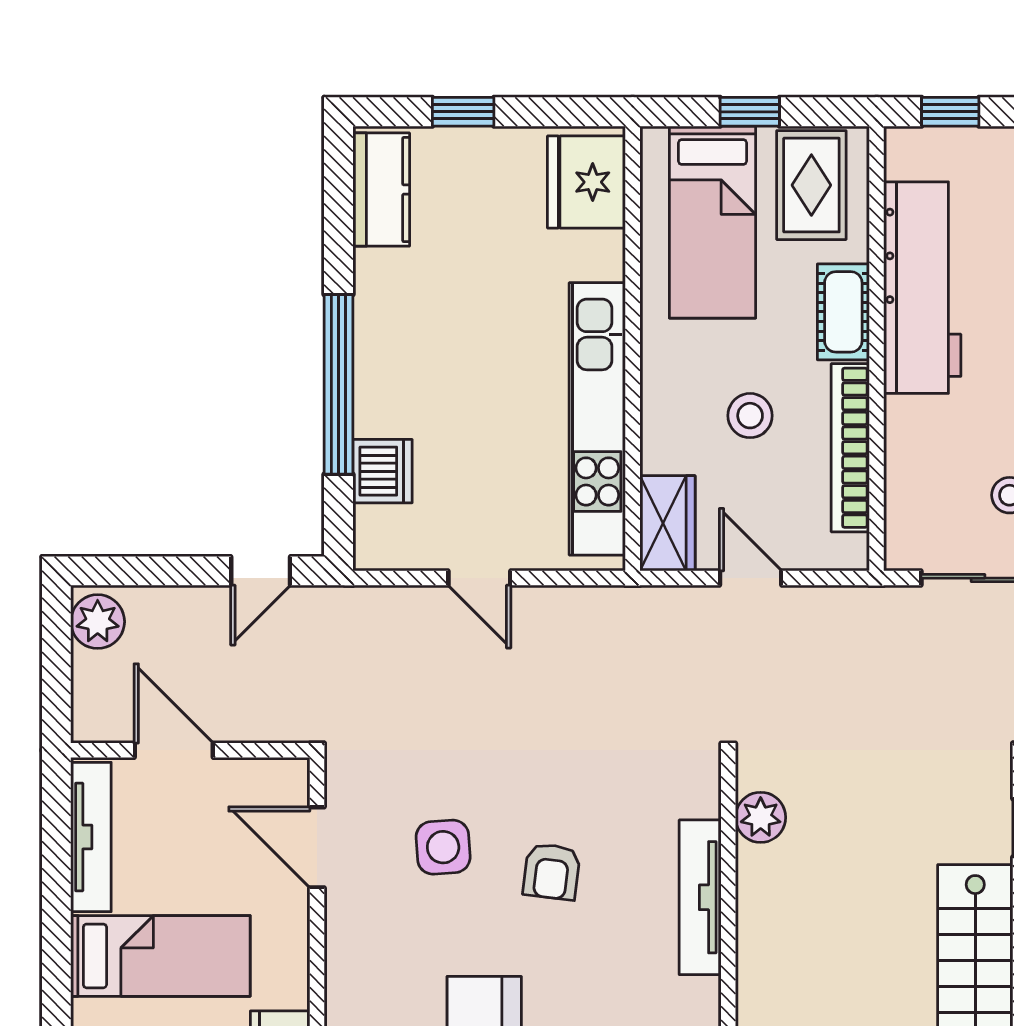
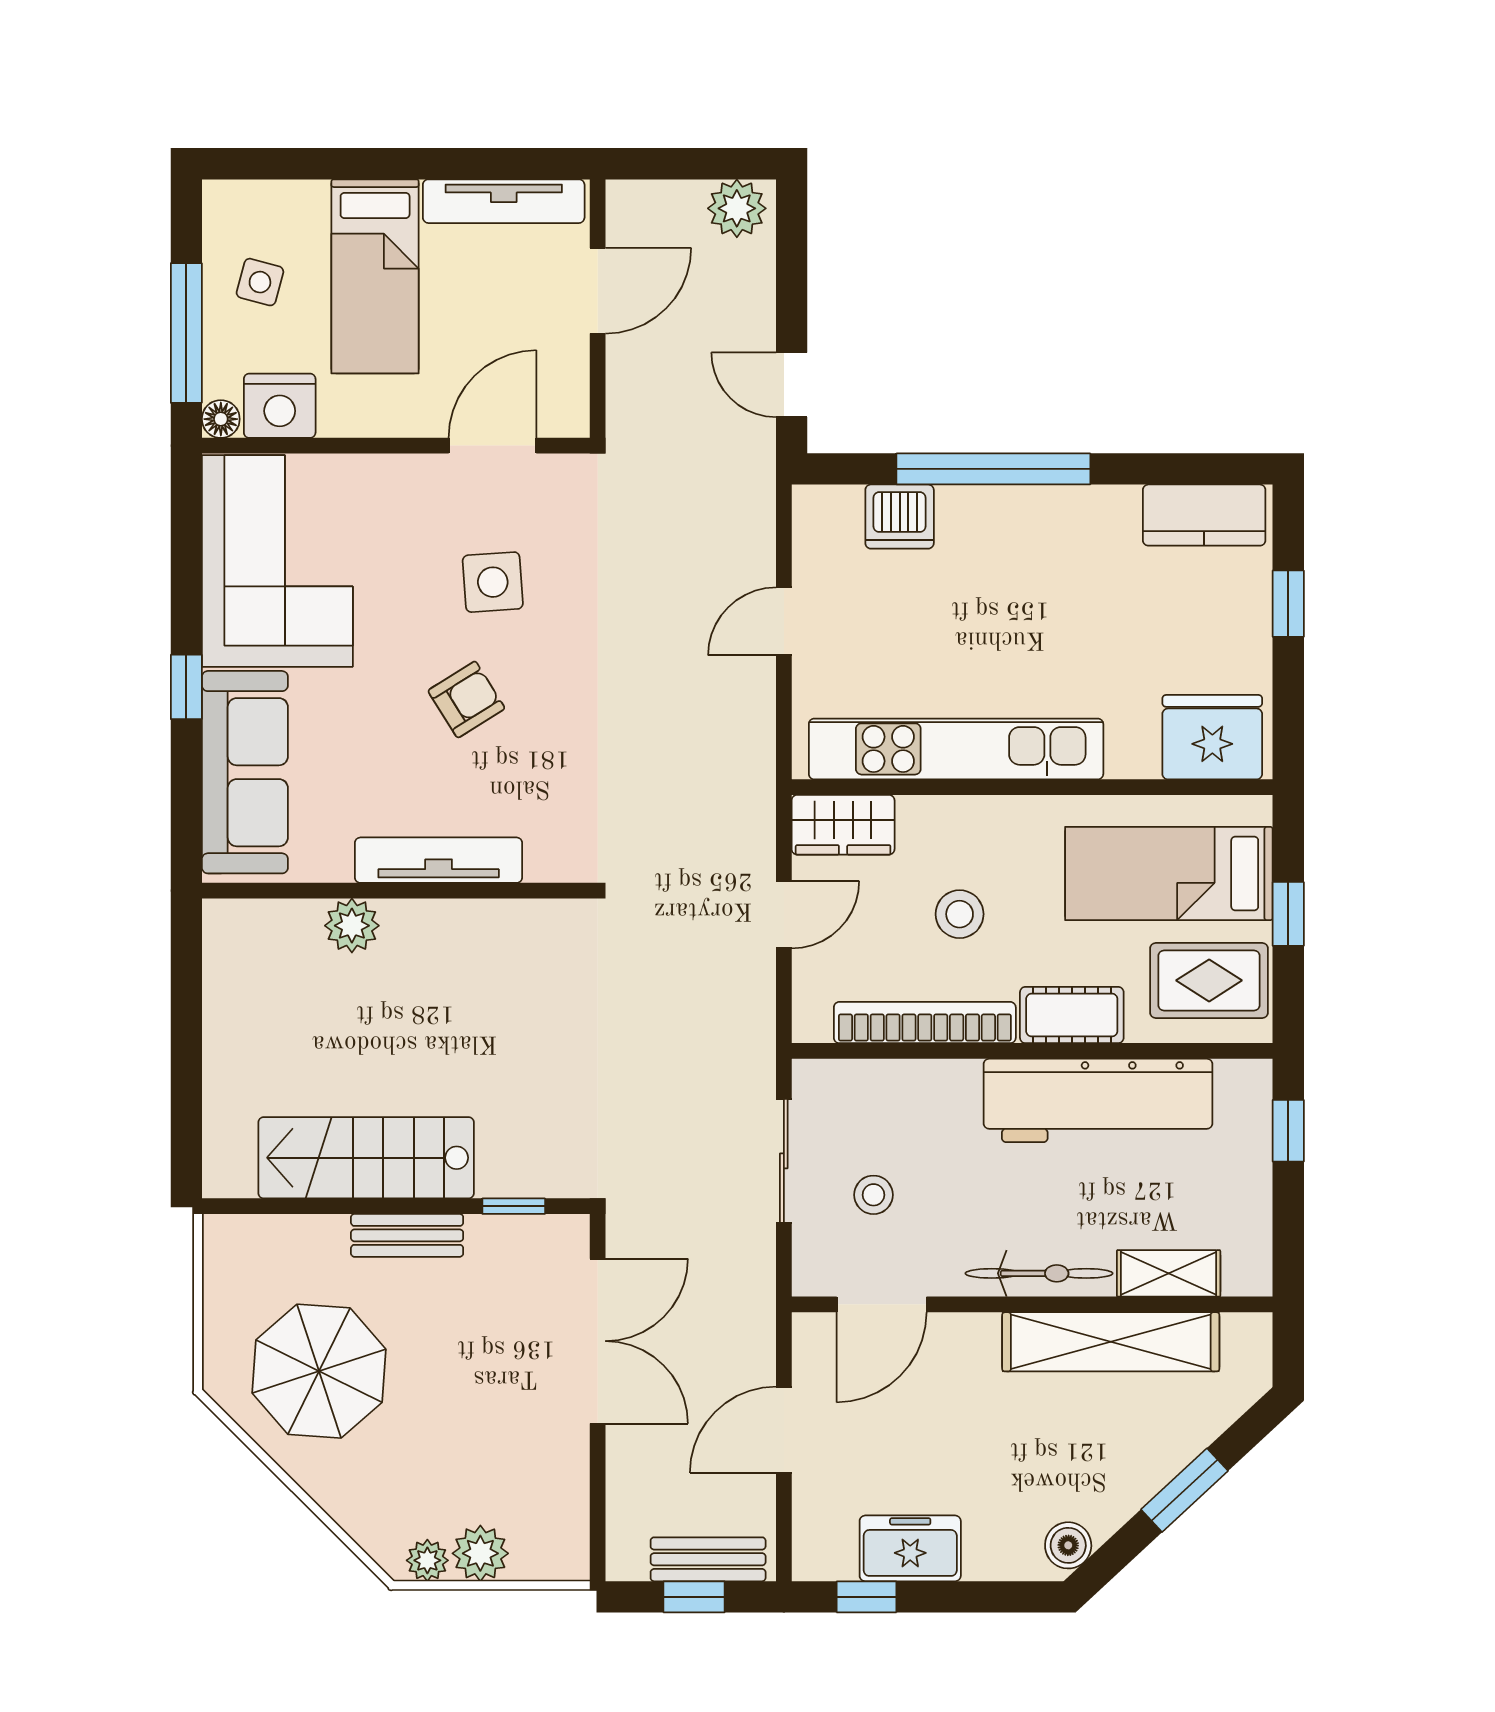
plant: (761, 817) -> (352, 926), moved
armchair: (552, 872) -> (466, 699), turned 141

